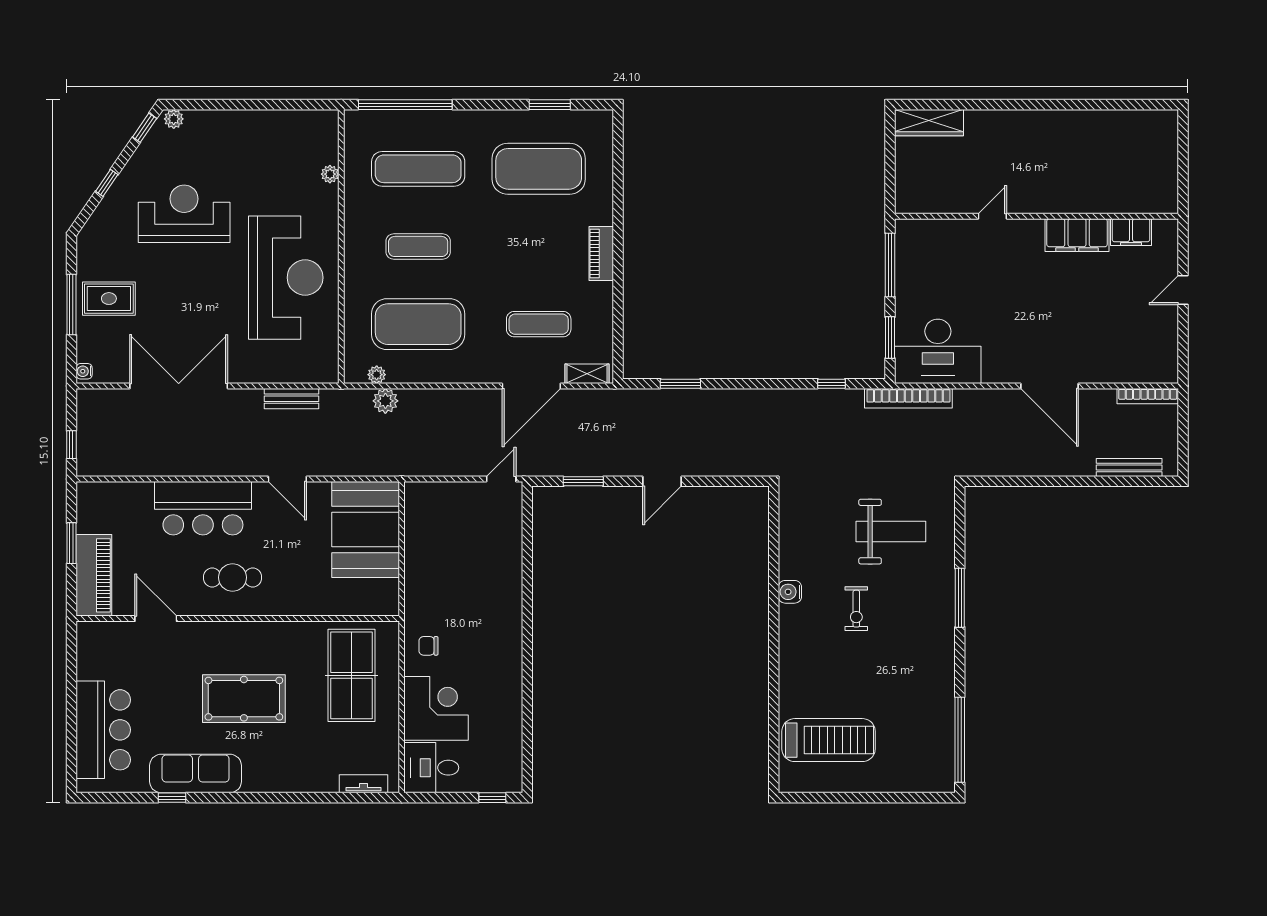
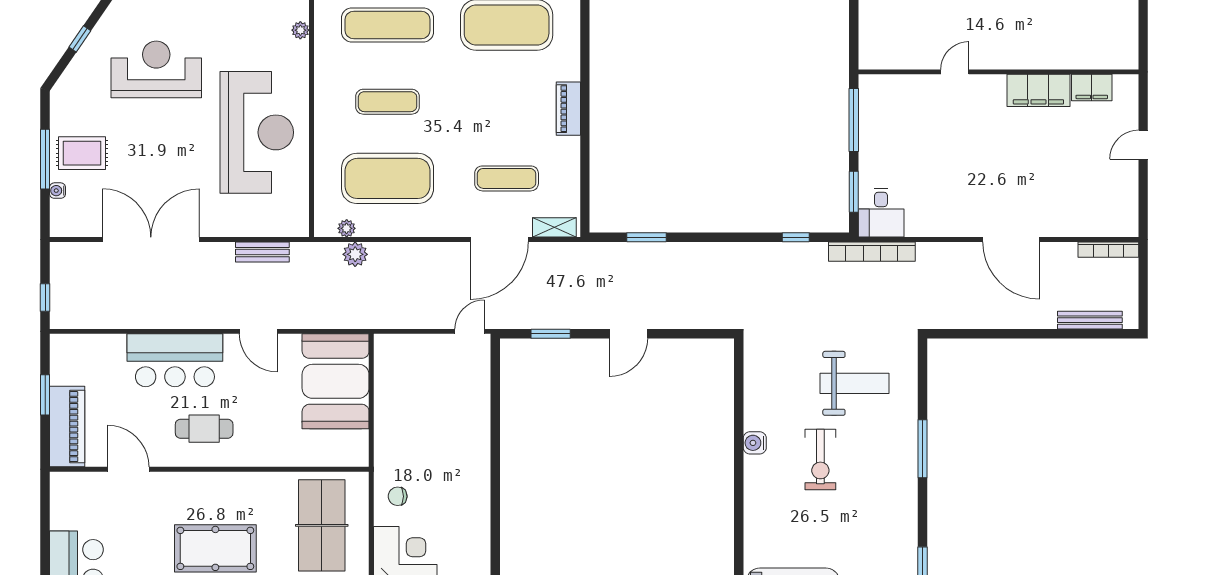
desk: (938, 351) -> (881, 213), width x0.53, depth x0.77
water cooler: (84, 371) -> (57, 191), moved
exercise bike: (856, 609) -> (820, 460), width x1.38, depth x1.39

